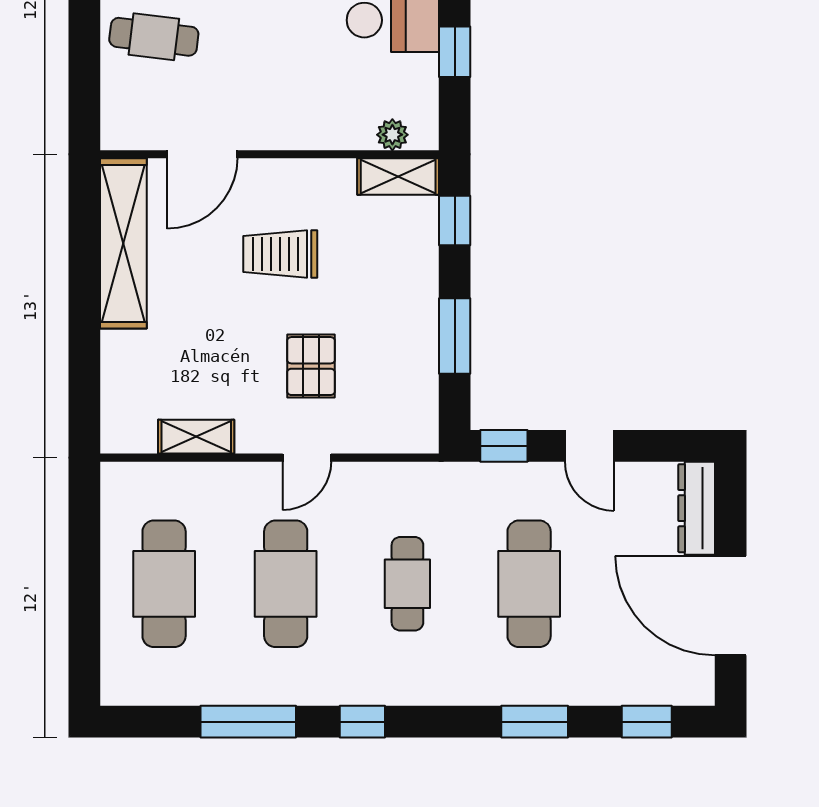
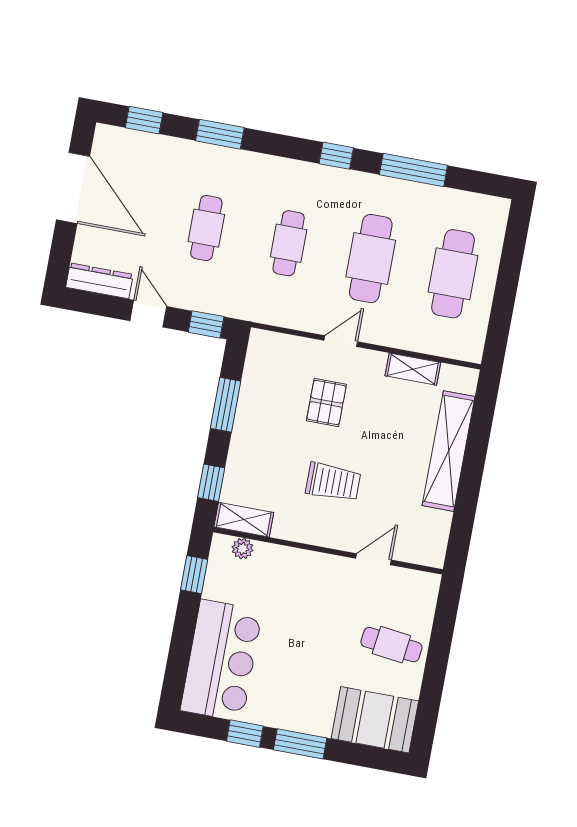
window: (455, 52) -> (194, 575), moved
door: (202, 154) -> (373, 559), width x0.73
shelving: (123, 243) -> (449, 451), moved
dresser: (697, 508) -> (99, 281), moved, turned -90
cafe table: (529, 584) -> (206, 228), width x0.73, depth x0.74

